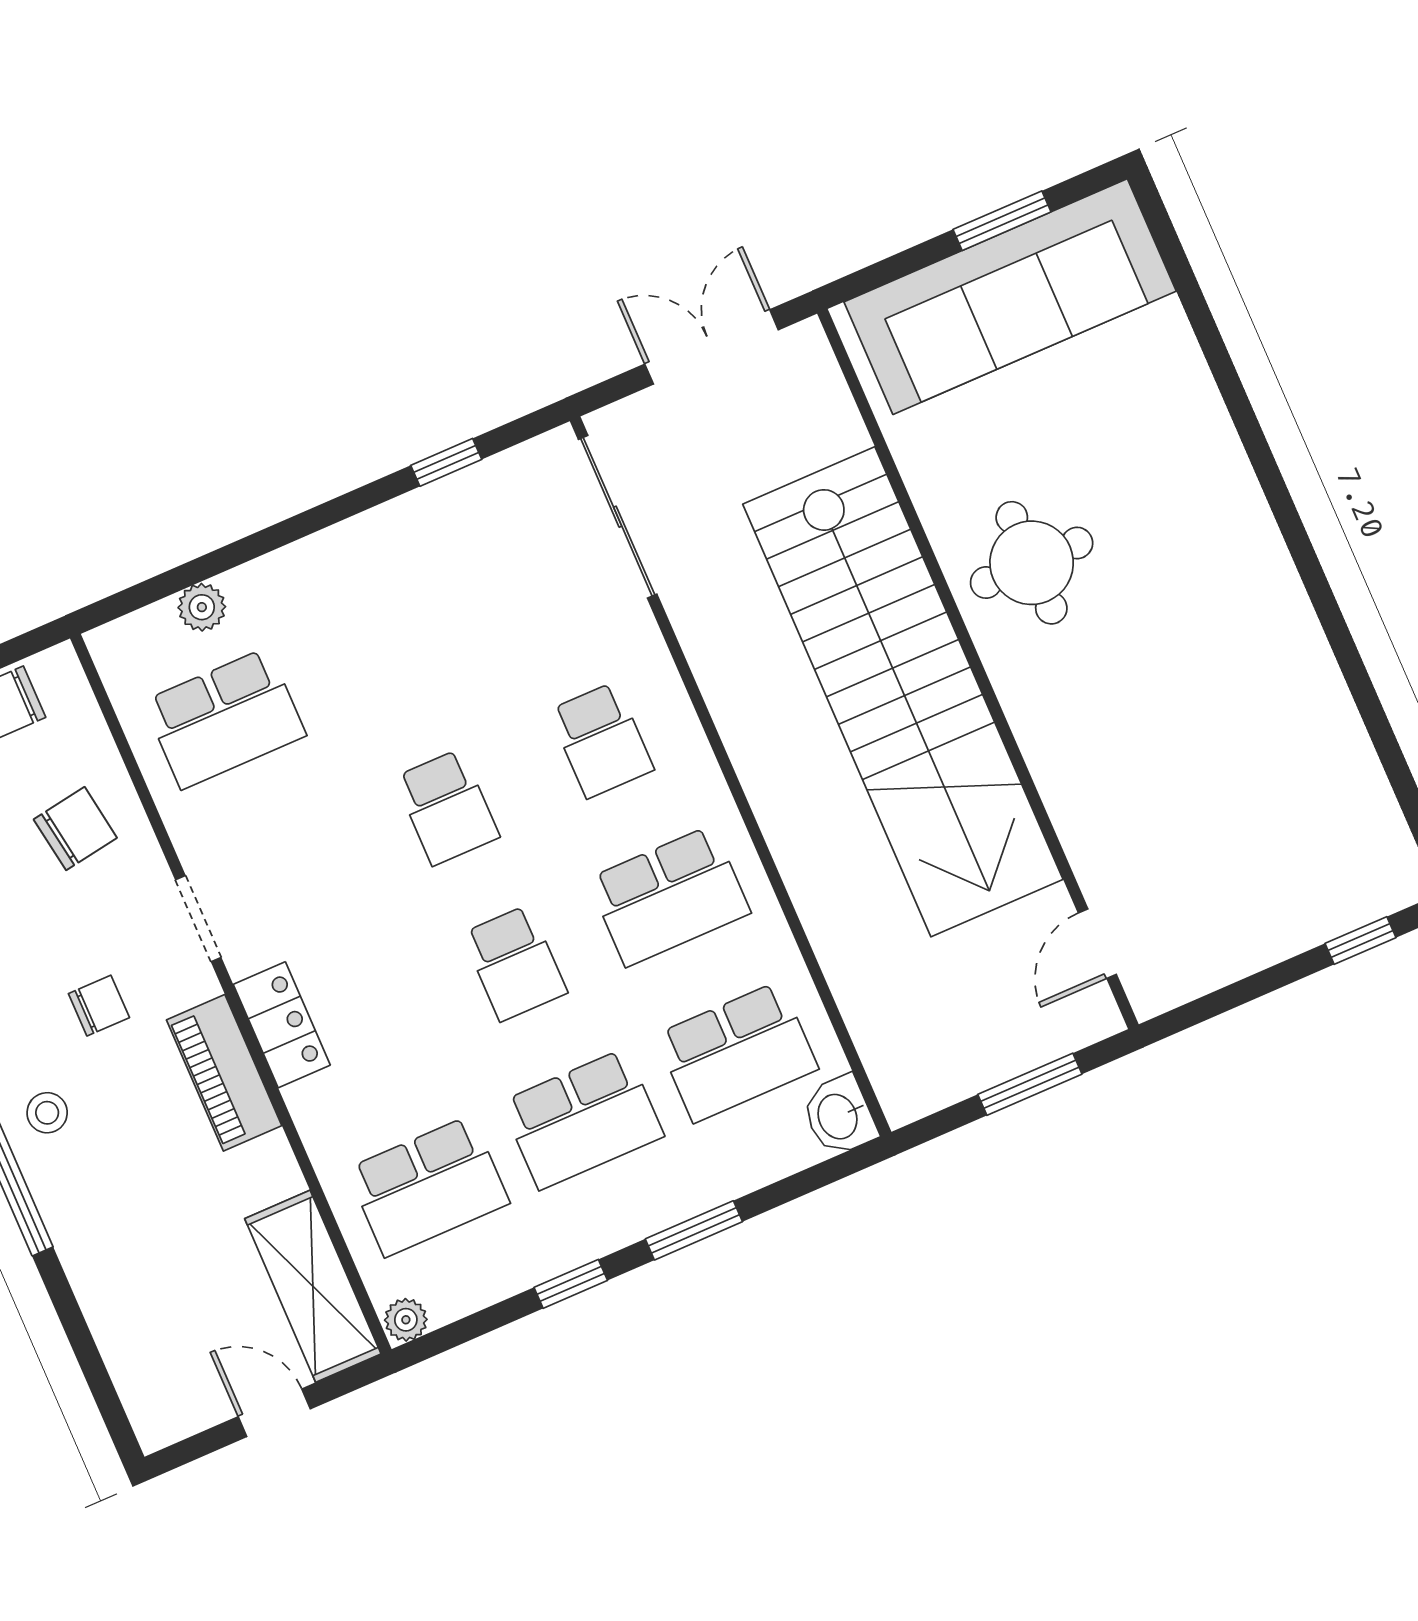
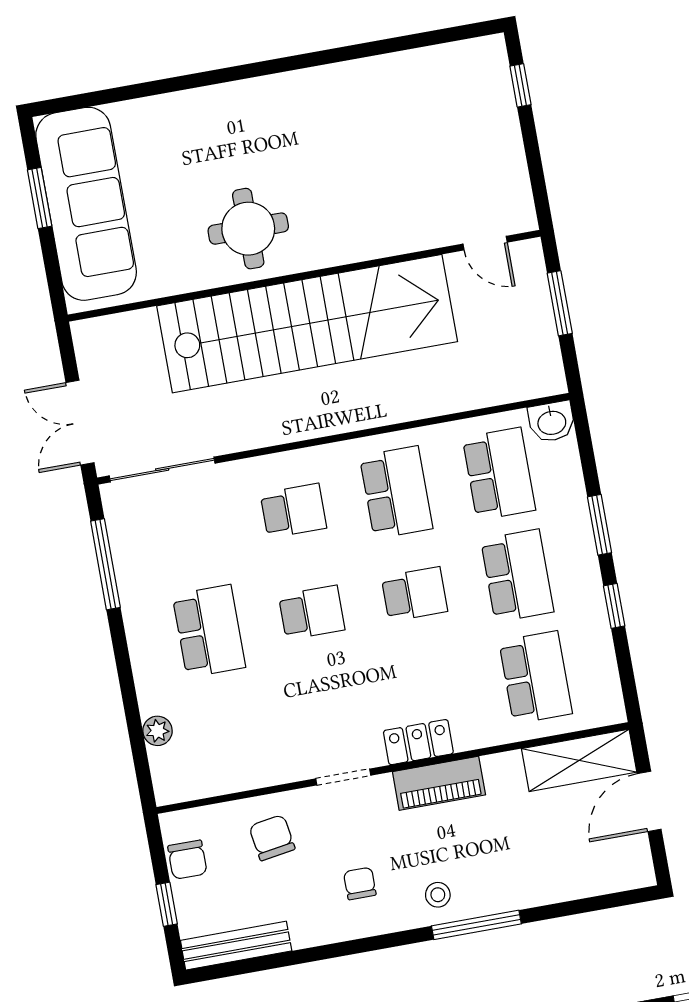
double door: (712, 347) -> (80, 423), moved
window: (446, 462) -> (105, 564), width x2.17
school desk: (225, 718) -> (209, 631), moved
chair: (99, 1006) -> (360, 883), moved
plant: (406, 1320) -> (612, 710), removed
door: (274, 1413) -> (649, 801), width x1.38

